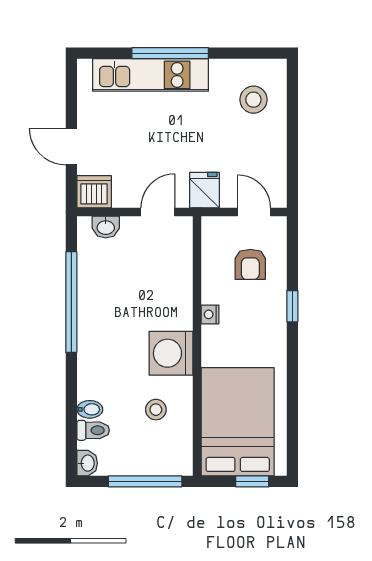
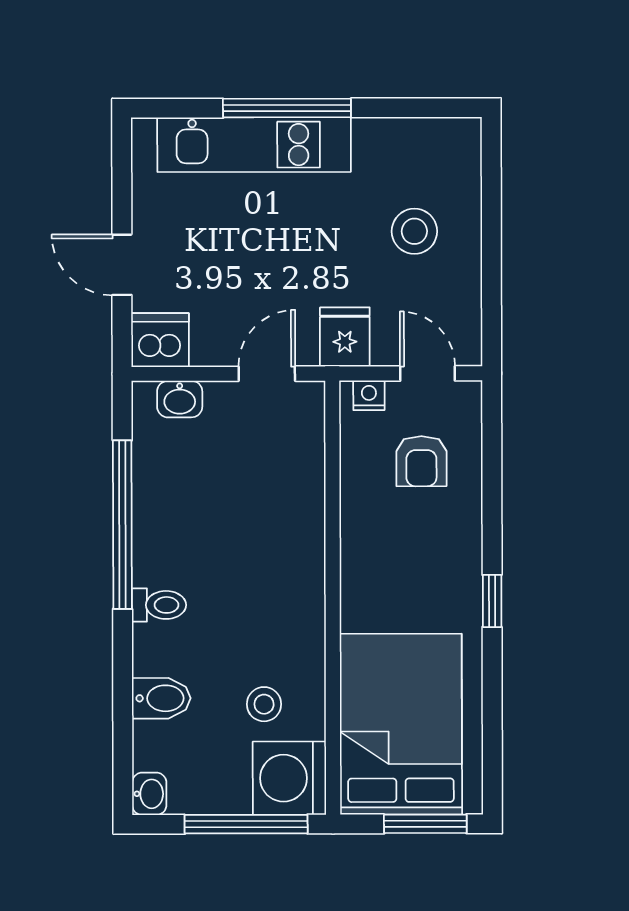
stool: (253, 100) -> (414, 231), moved
window: (292, 306) -> (492, 601), moved
nightstand: (210, 314) -> (369, 395), moved, turned 90
washing machine: (171, 353) -> (289, 778), moved
bidet: (90, 409) -> (161, 698), width x1.38, depth x1.36
toilet: (93, 430) -> (159, 605), moved
window: (252, 481) -> (425, 824), width x1.50

